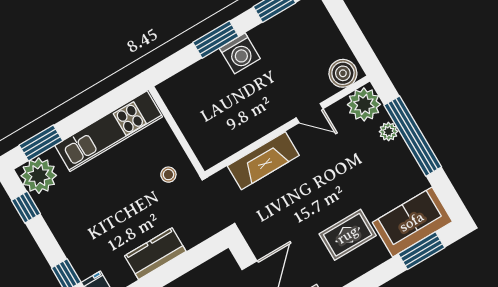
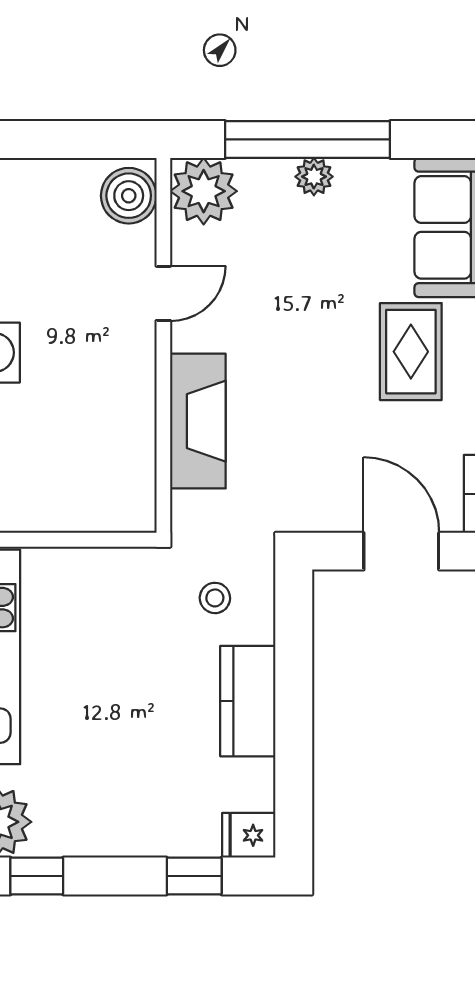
plant: (388, 132) -> (314, 177), moved
stool: (168, 175) -> (215, 598), moved

